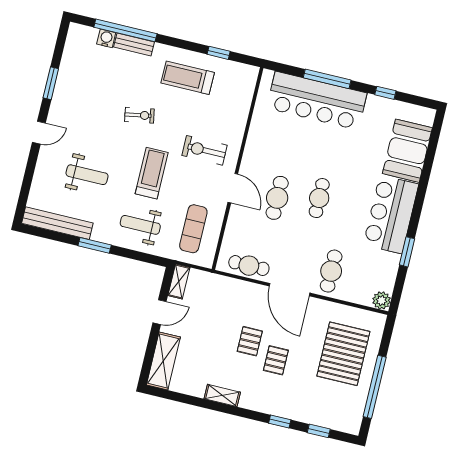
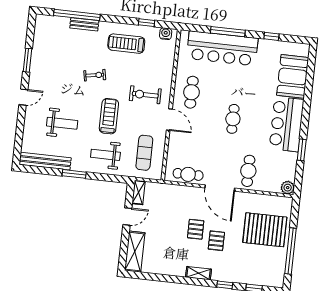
water cooler: (106, 38) -> (166, 34), moved
cafe table: (277, 198) -> (191, 92), moved
pallet: (343, 354) -> (265, 230), turned 90
shelving: (222, 395) -> (199, 273), moved

